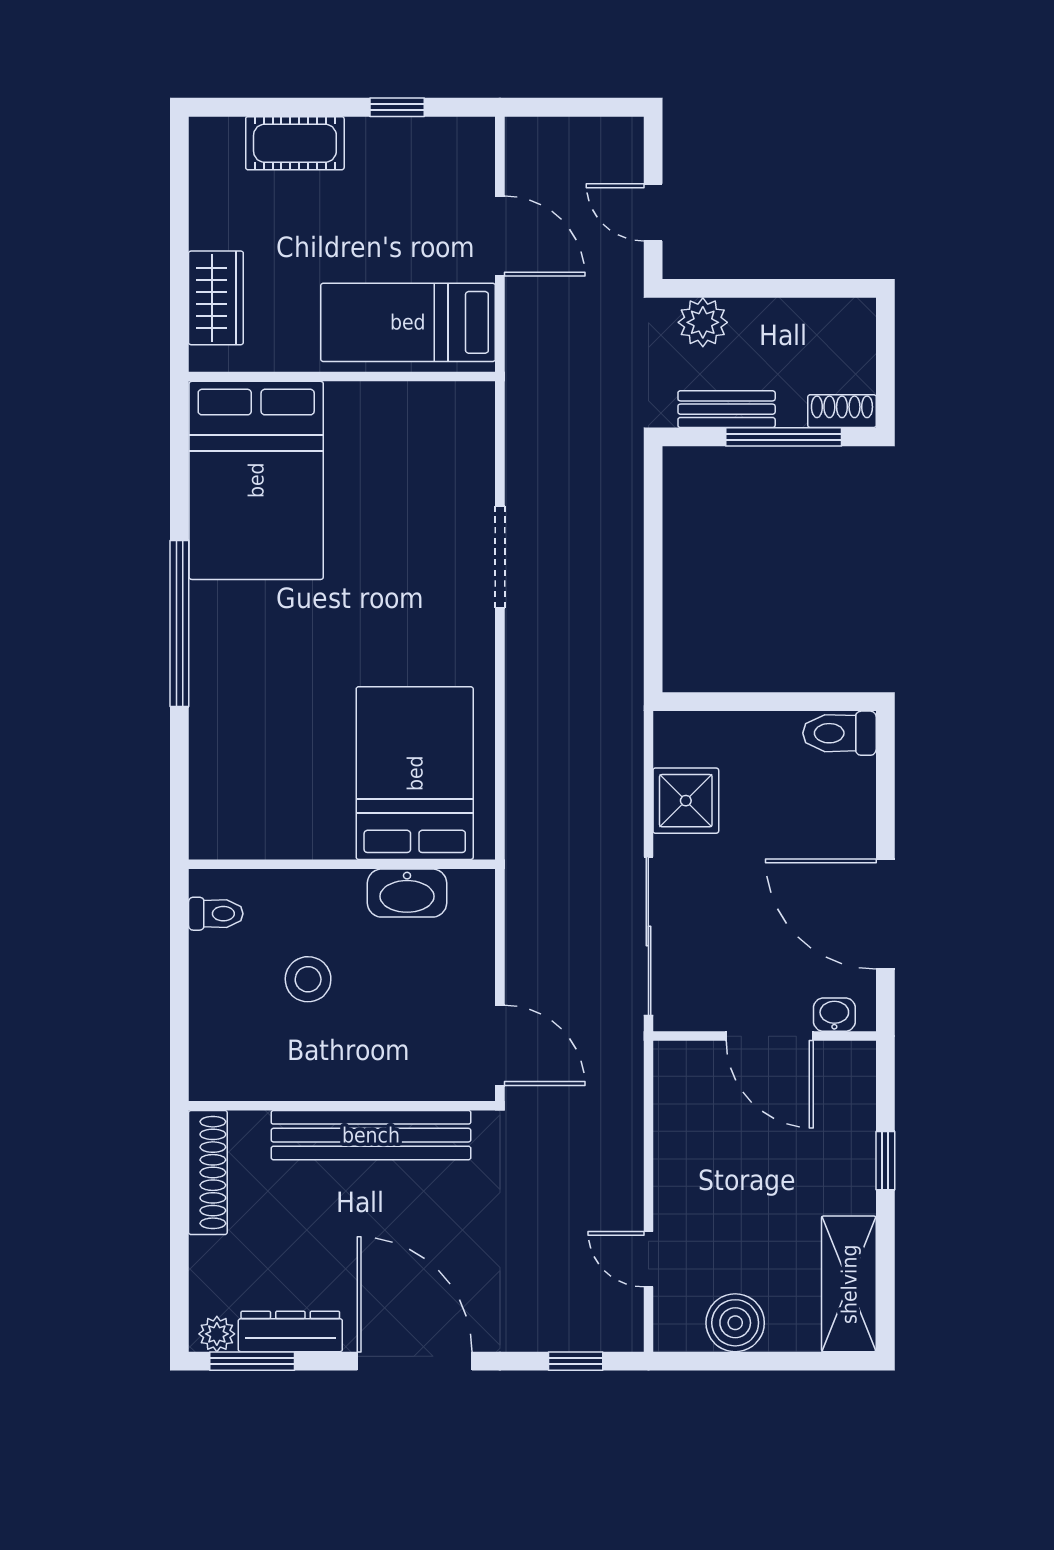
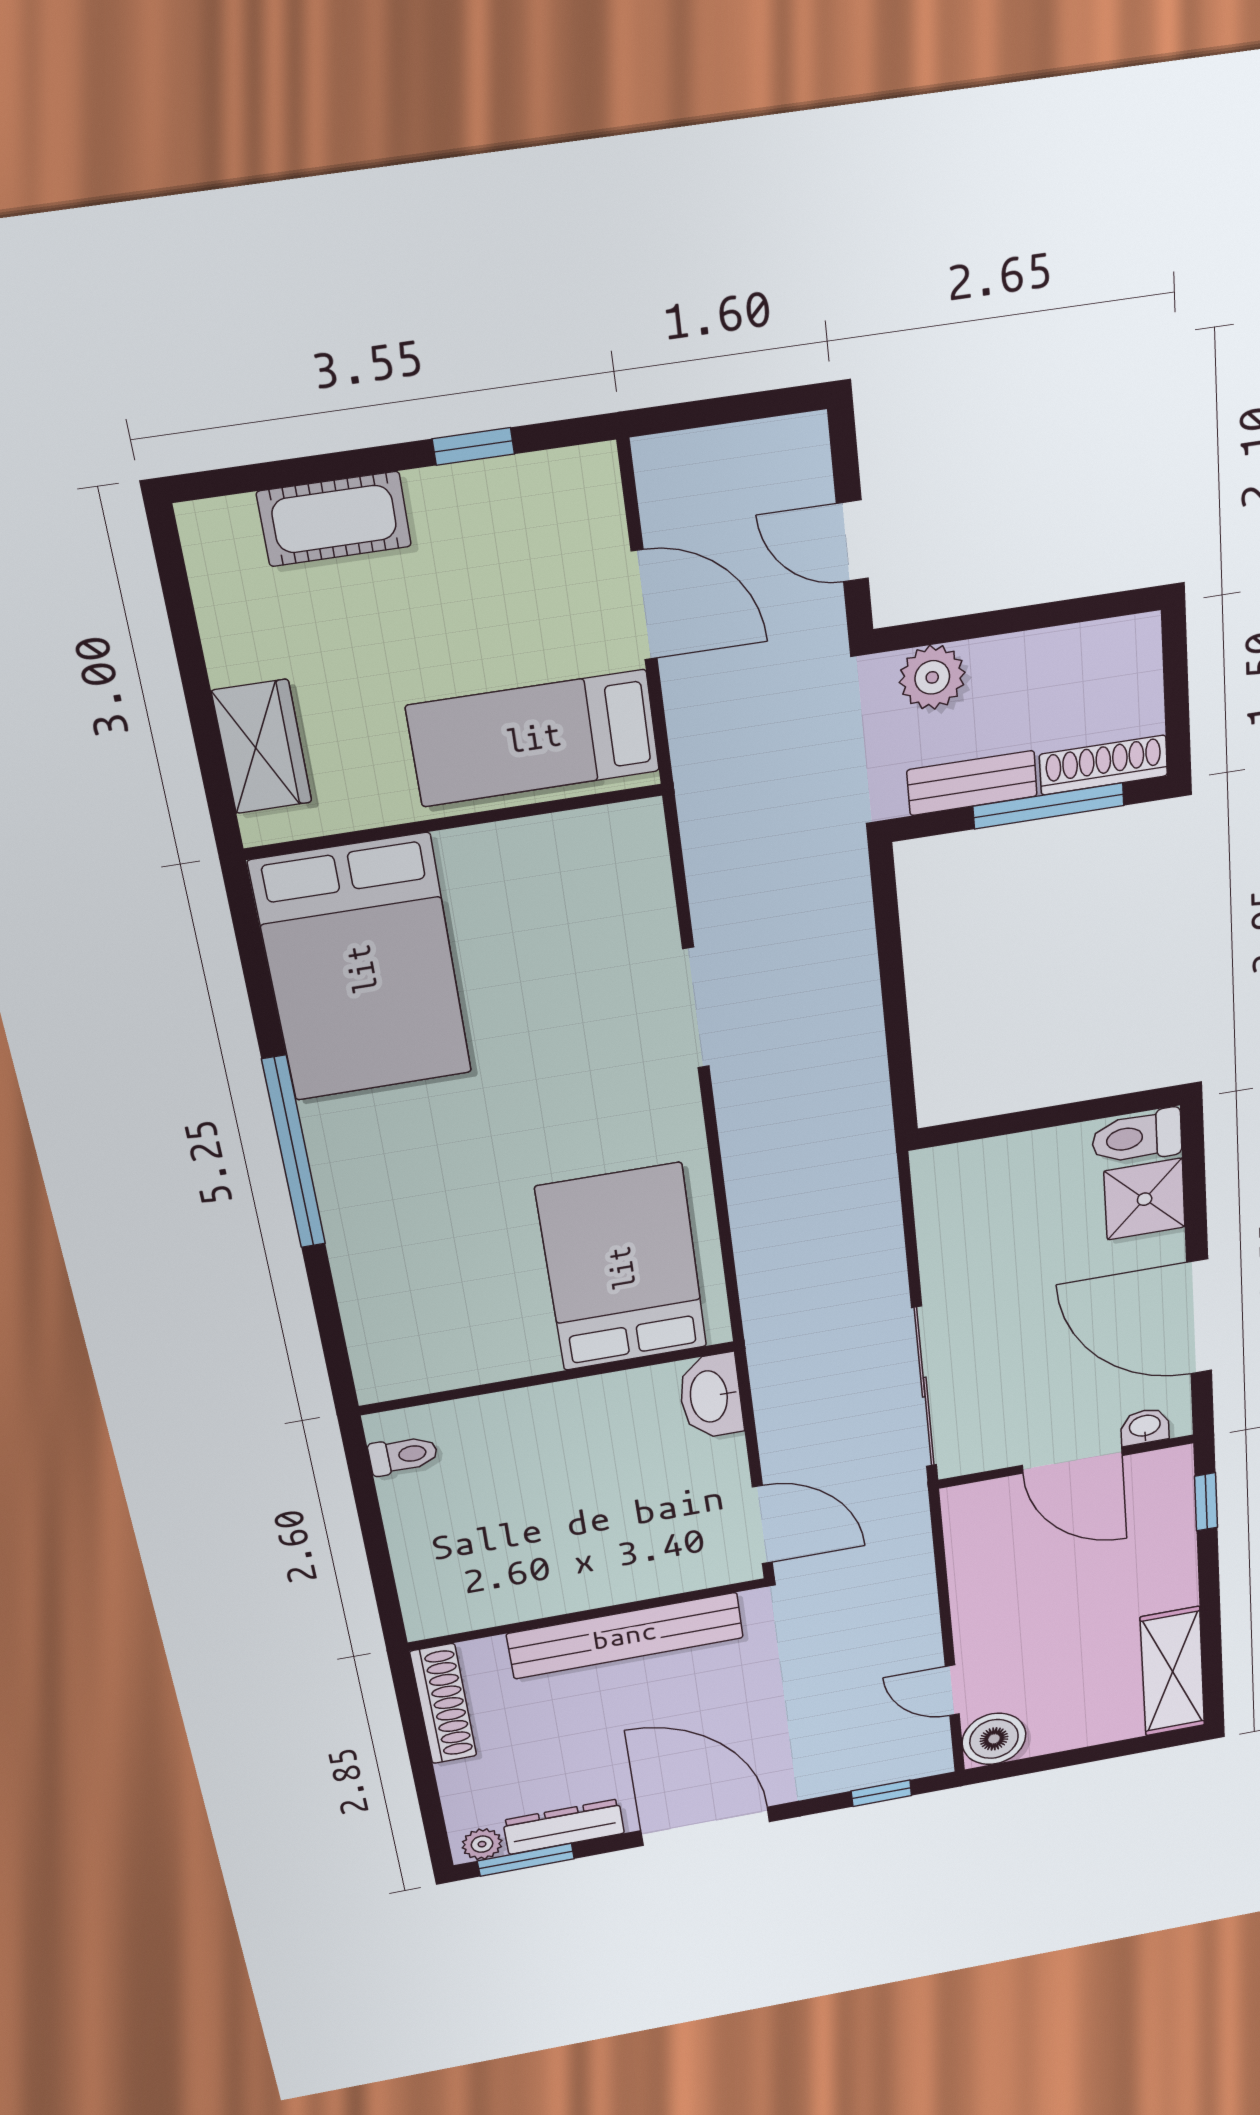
shoe rack: (842, 411) -> (1104, 765), width x1.43
shower: (686, 801) -> (1145, 1199), moved
washbasin: (407, 893) -> (711, 1396), moved, turned 90
stool: (308, 979) -> (527, 1501), removed
window: (885, 1161) -> (1206, 1502), moved
boiler: (735, 1323) -> (994, 1739), moved

